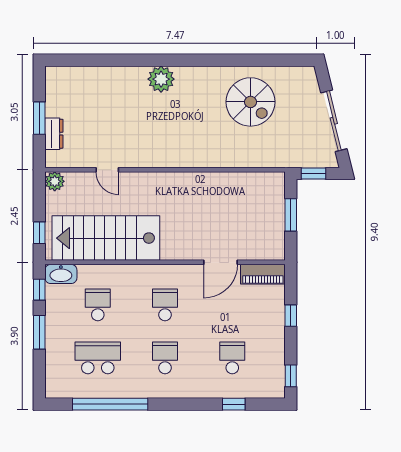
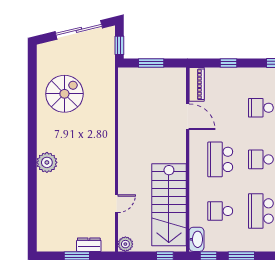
school desk: (165, 305) -> (220, 159), width x1.85

